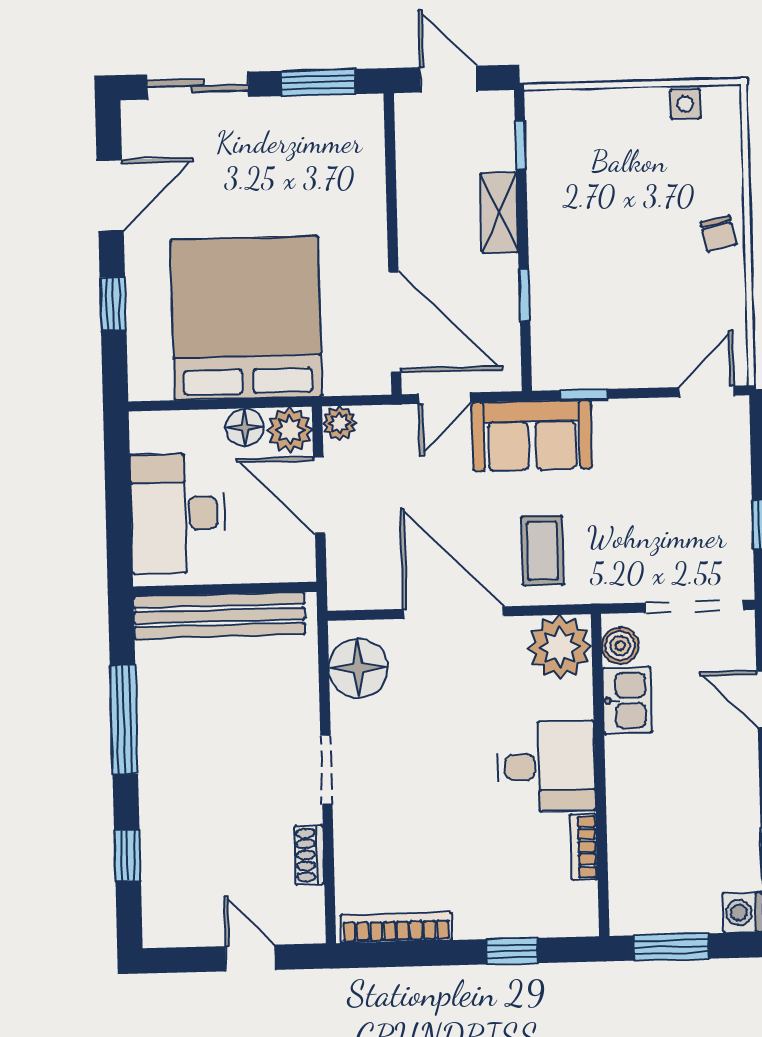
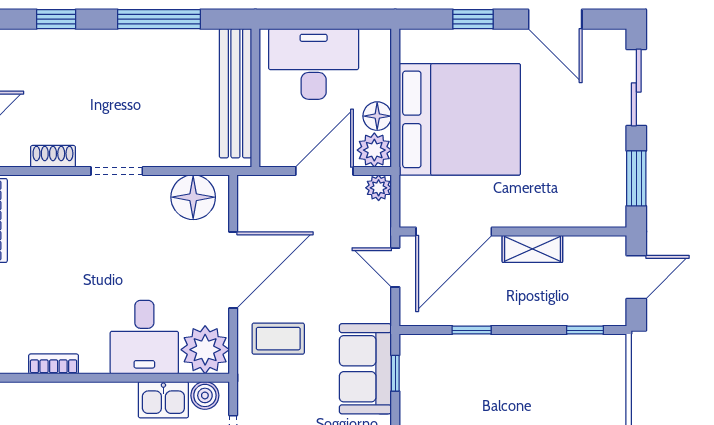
shelving: (499, 213) -> (532, 249), moved
sofa: (532, 435) -> (365, 369), moved
desk: (546, 766) -> (144, 337), moved

